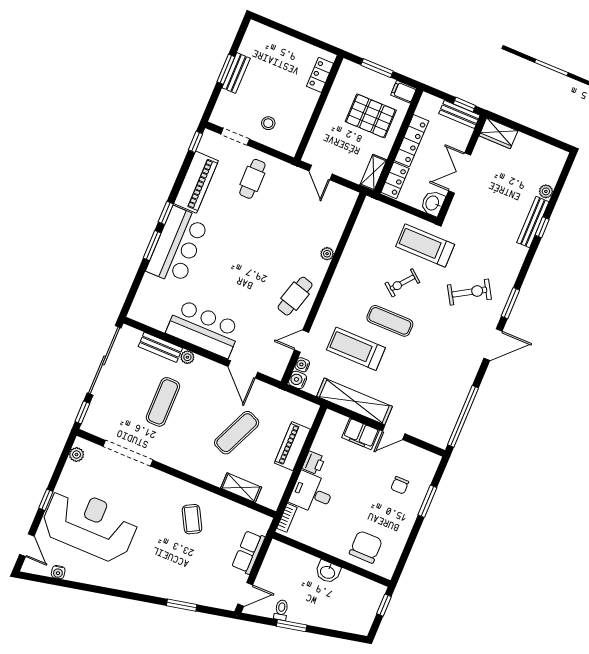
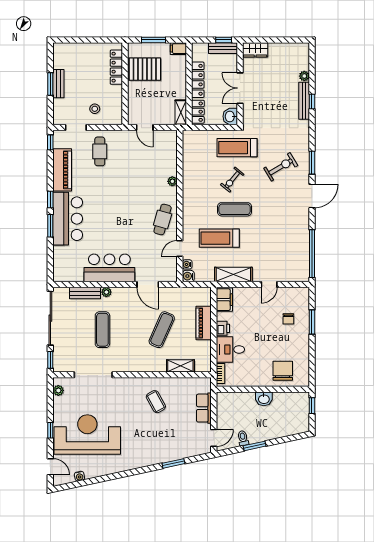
locker: (320, 75) -> (116, 67), width x1.53
pallet: (371, 116) -> (145, 69), moved
shelving: (354, 401) -> (233, 274), width x0.68
filing cabinet: (361, 434) -> (224, 300), moved, turned -90

